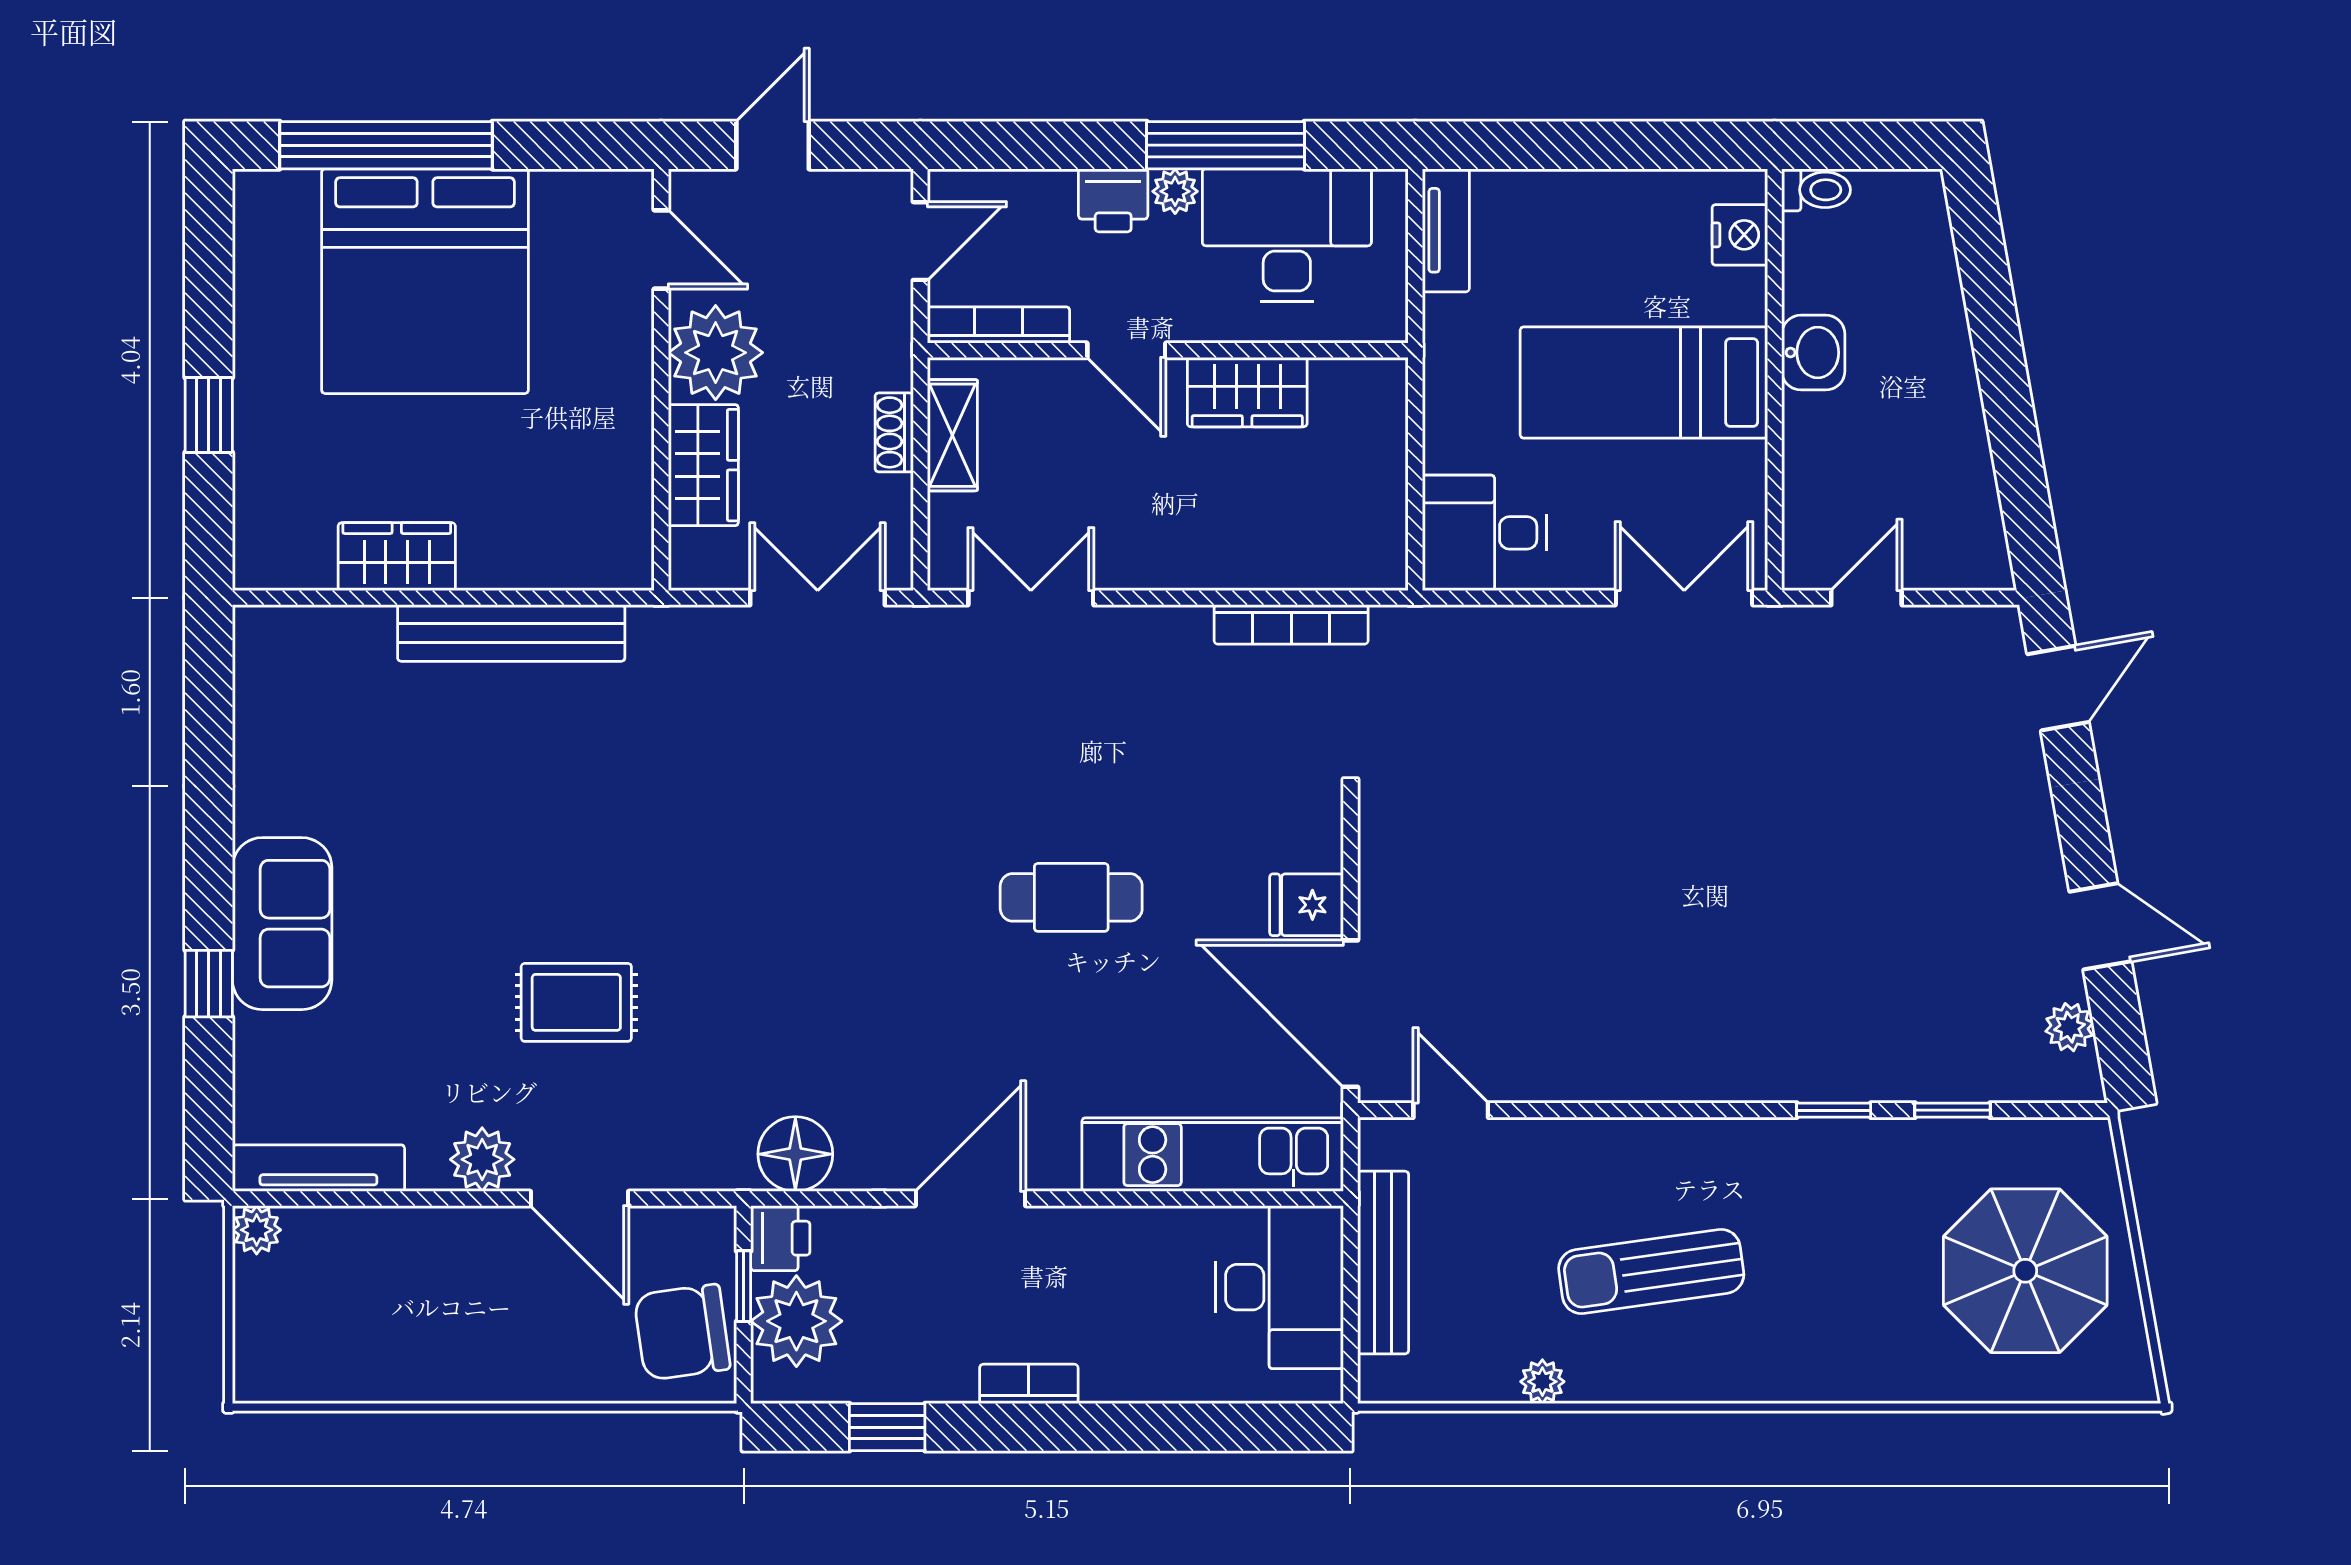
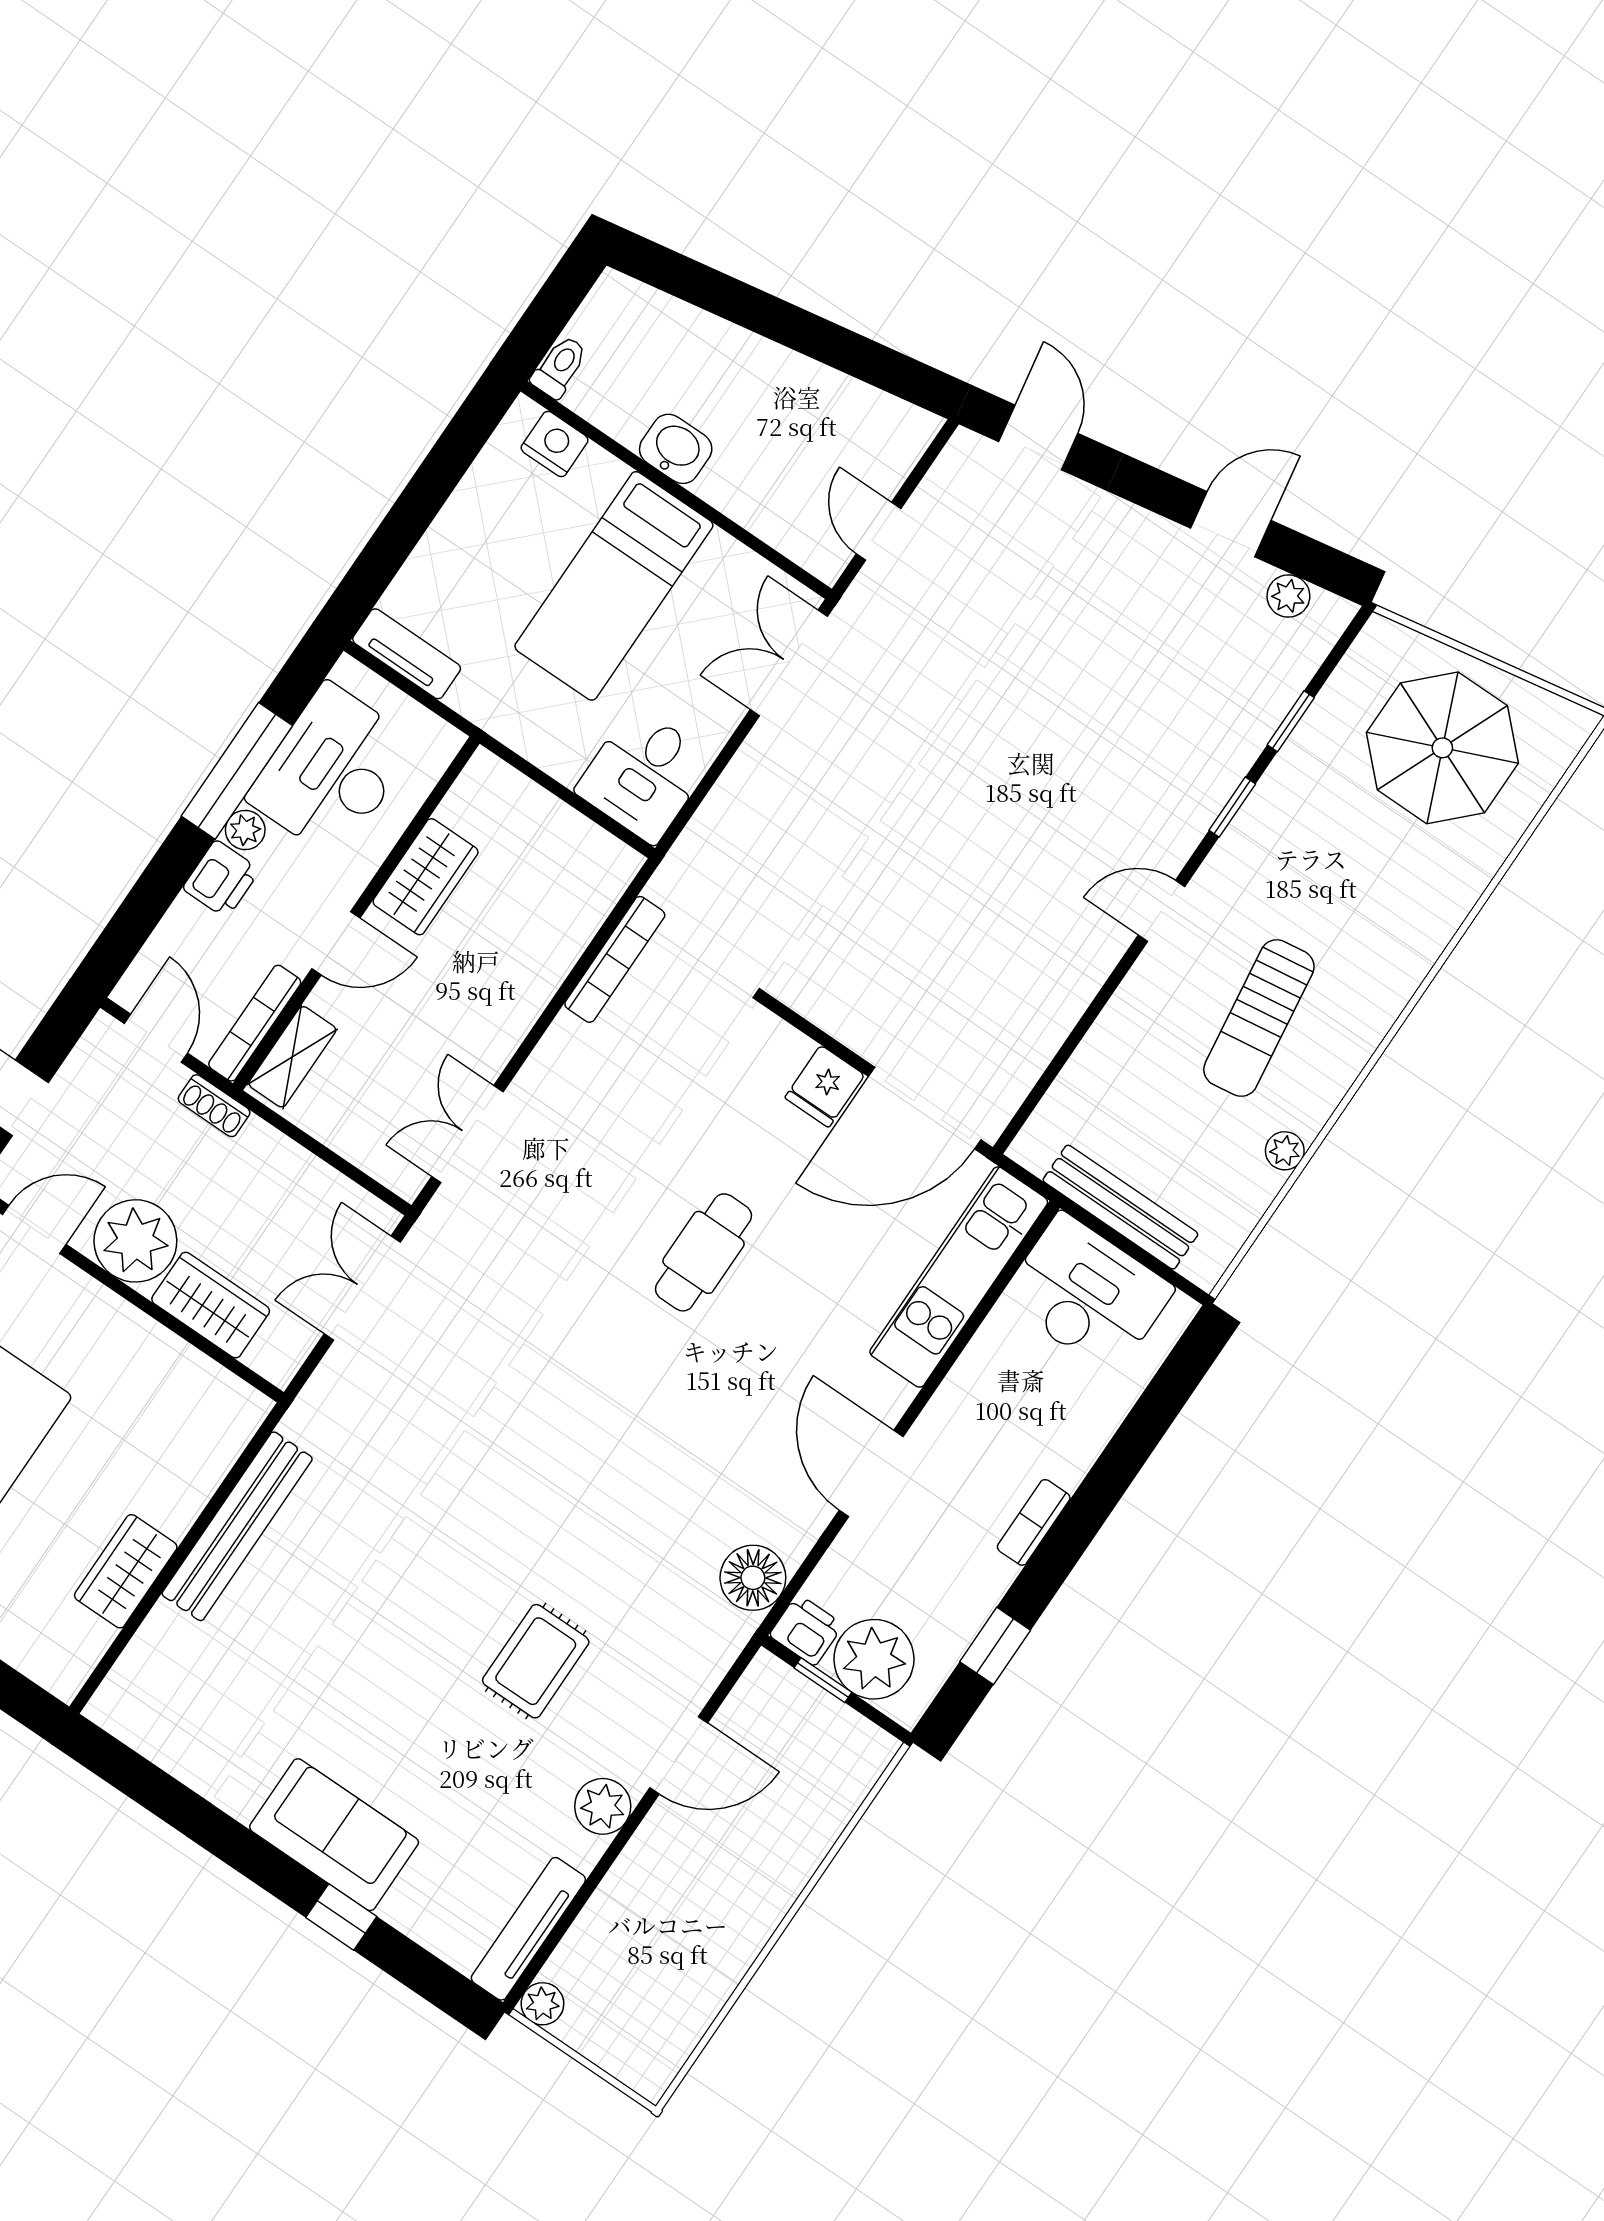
shoe rack: (894, 432) -> (214, 1106), moved
shelving: (952, 435) -> (292, 1057), moved, turned 90
door: (1451, 1110) -> (1162, 911), moved
chair: (682, 1332) -> (826, 1747), removed

